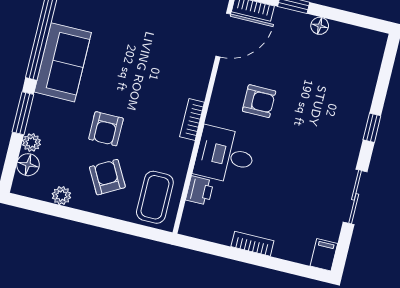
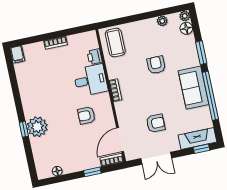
floor lamp: (320, 26) -> (57, 171), moved
plant: (348, 121) -> (37, 127), added
plant: (32, 143) -> (185, 16), moved
armchair: (107, 177) -> (156, 123), moved, turned -61
sliding door: (355, 197) -> (16, 91), removed

